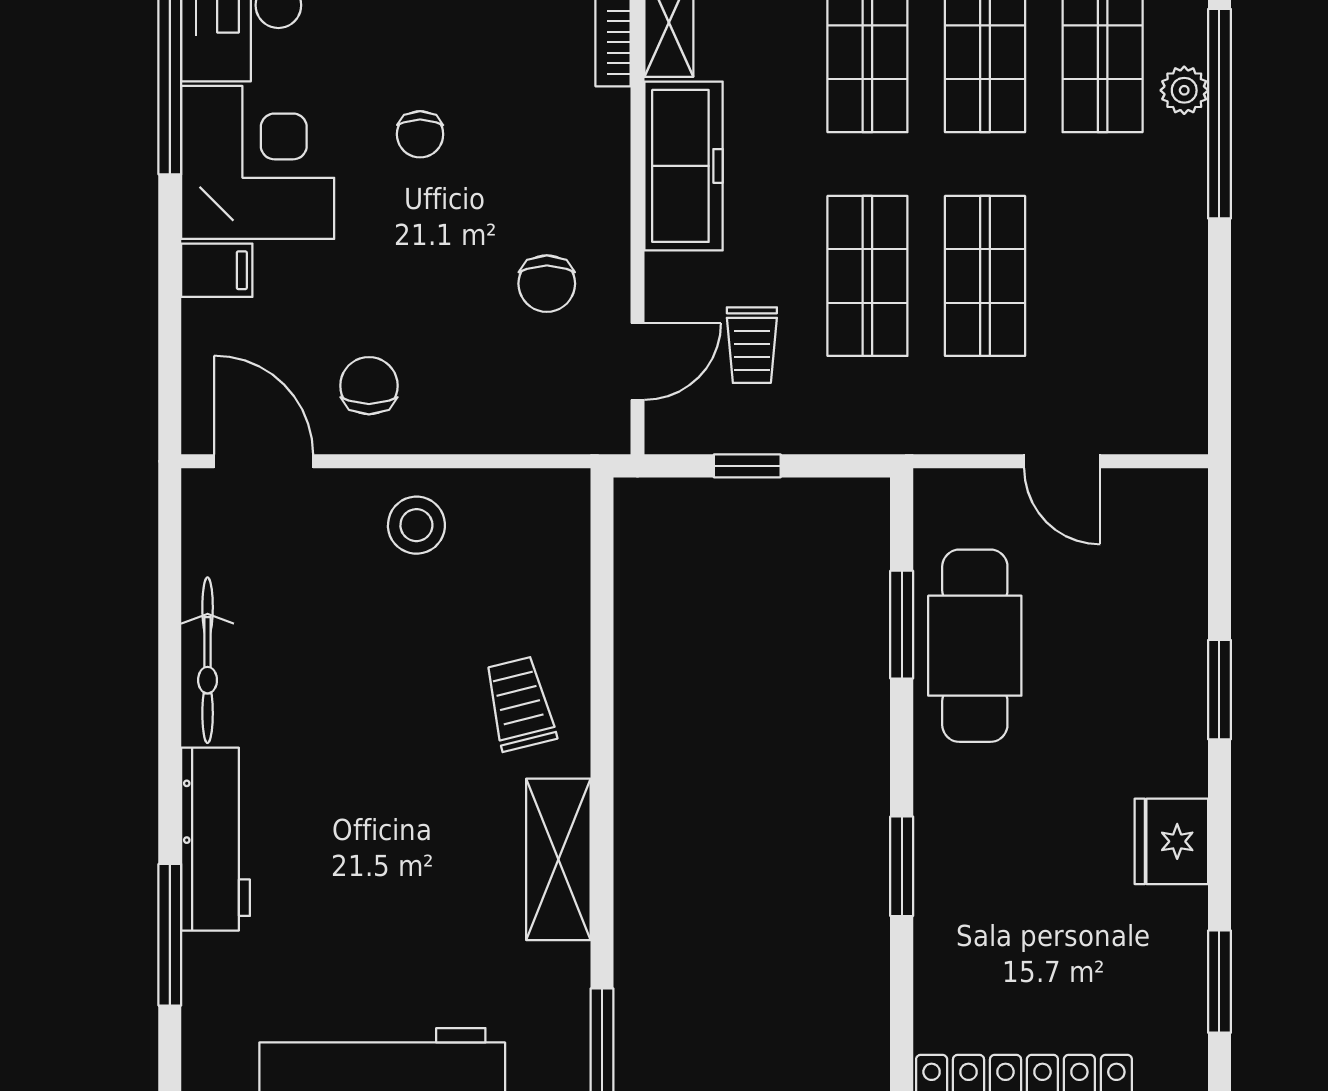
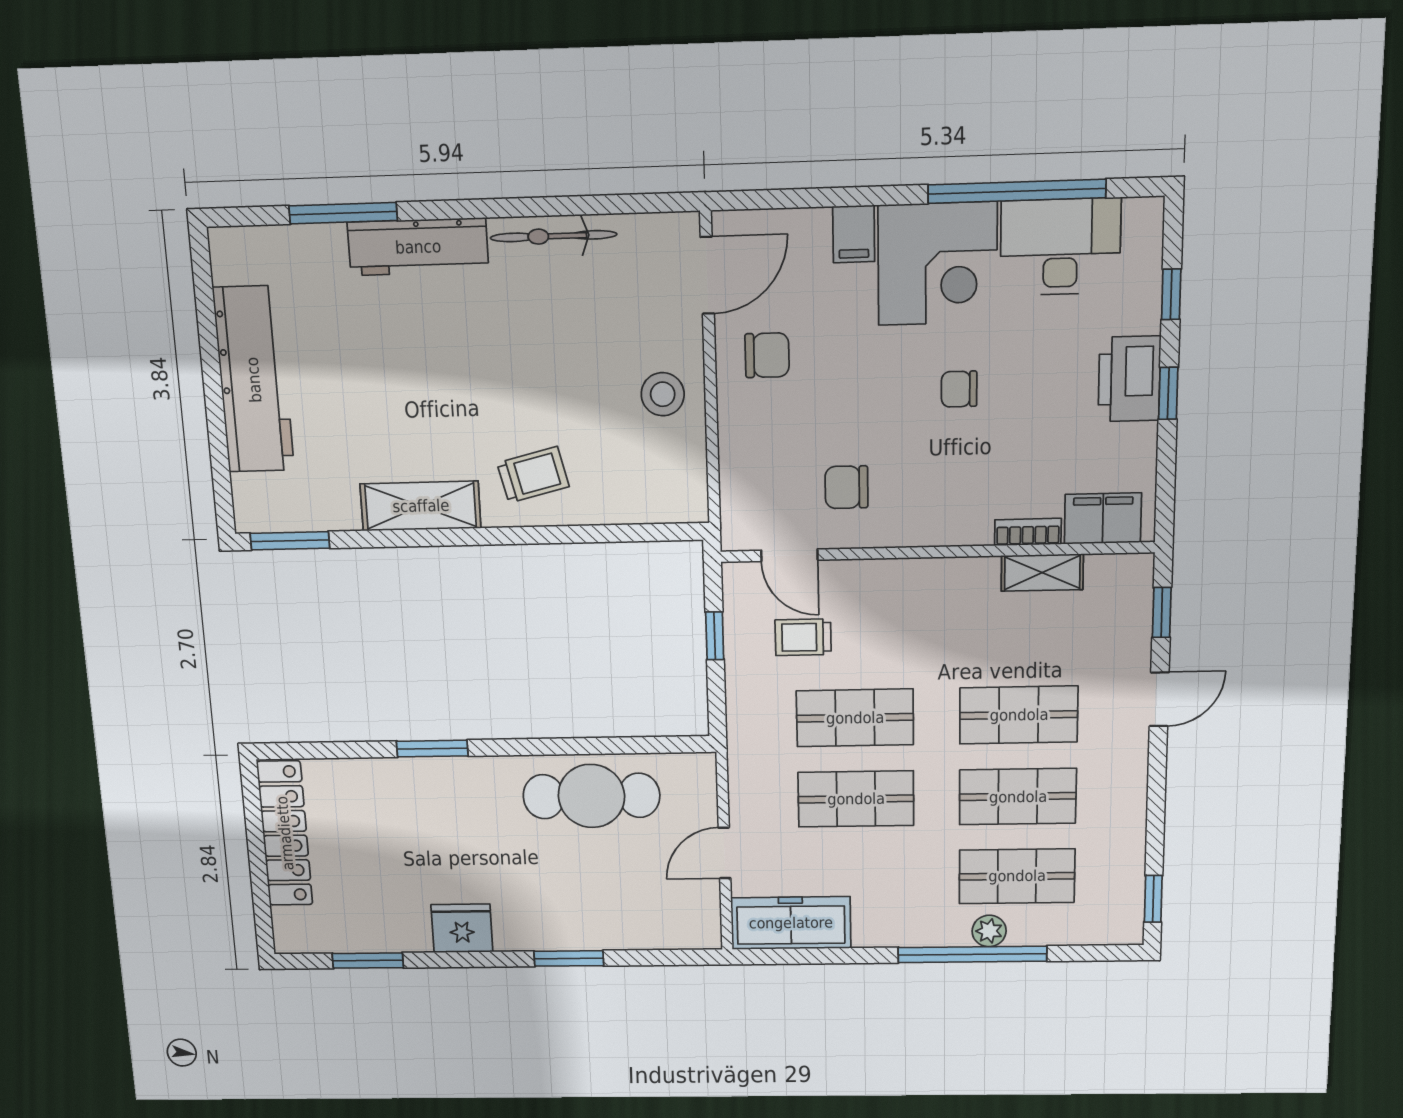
freezer: (684, 166) -> (791, 923), moved, turned 180
window: (902, 625) -> (604, 746), removed

